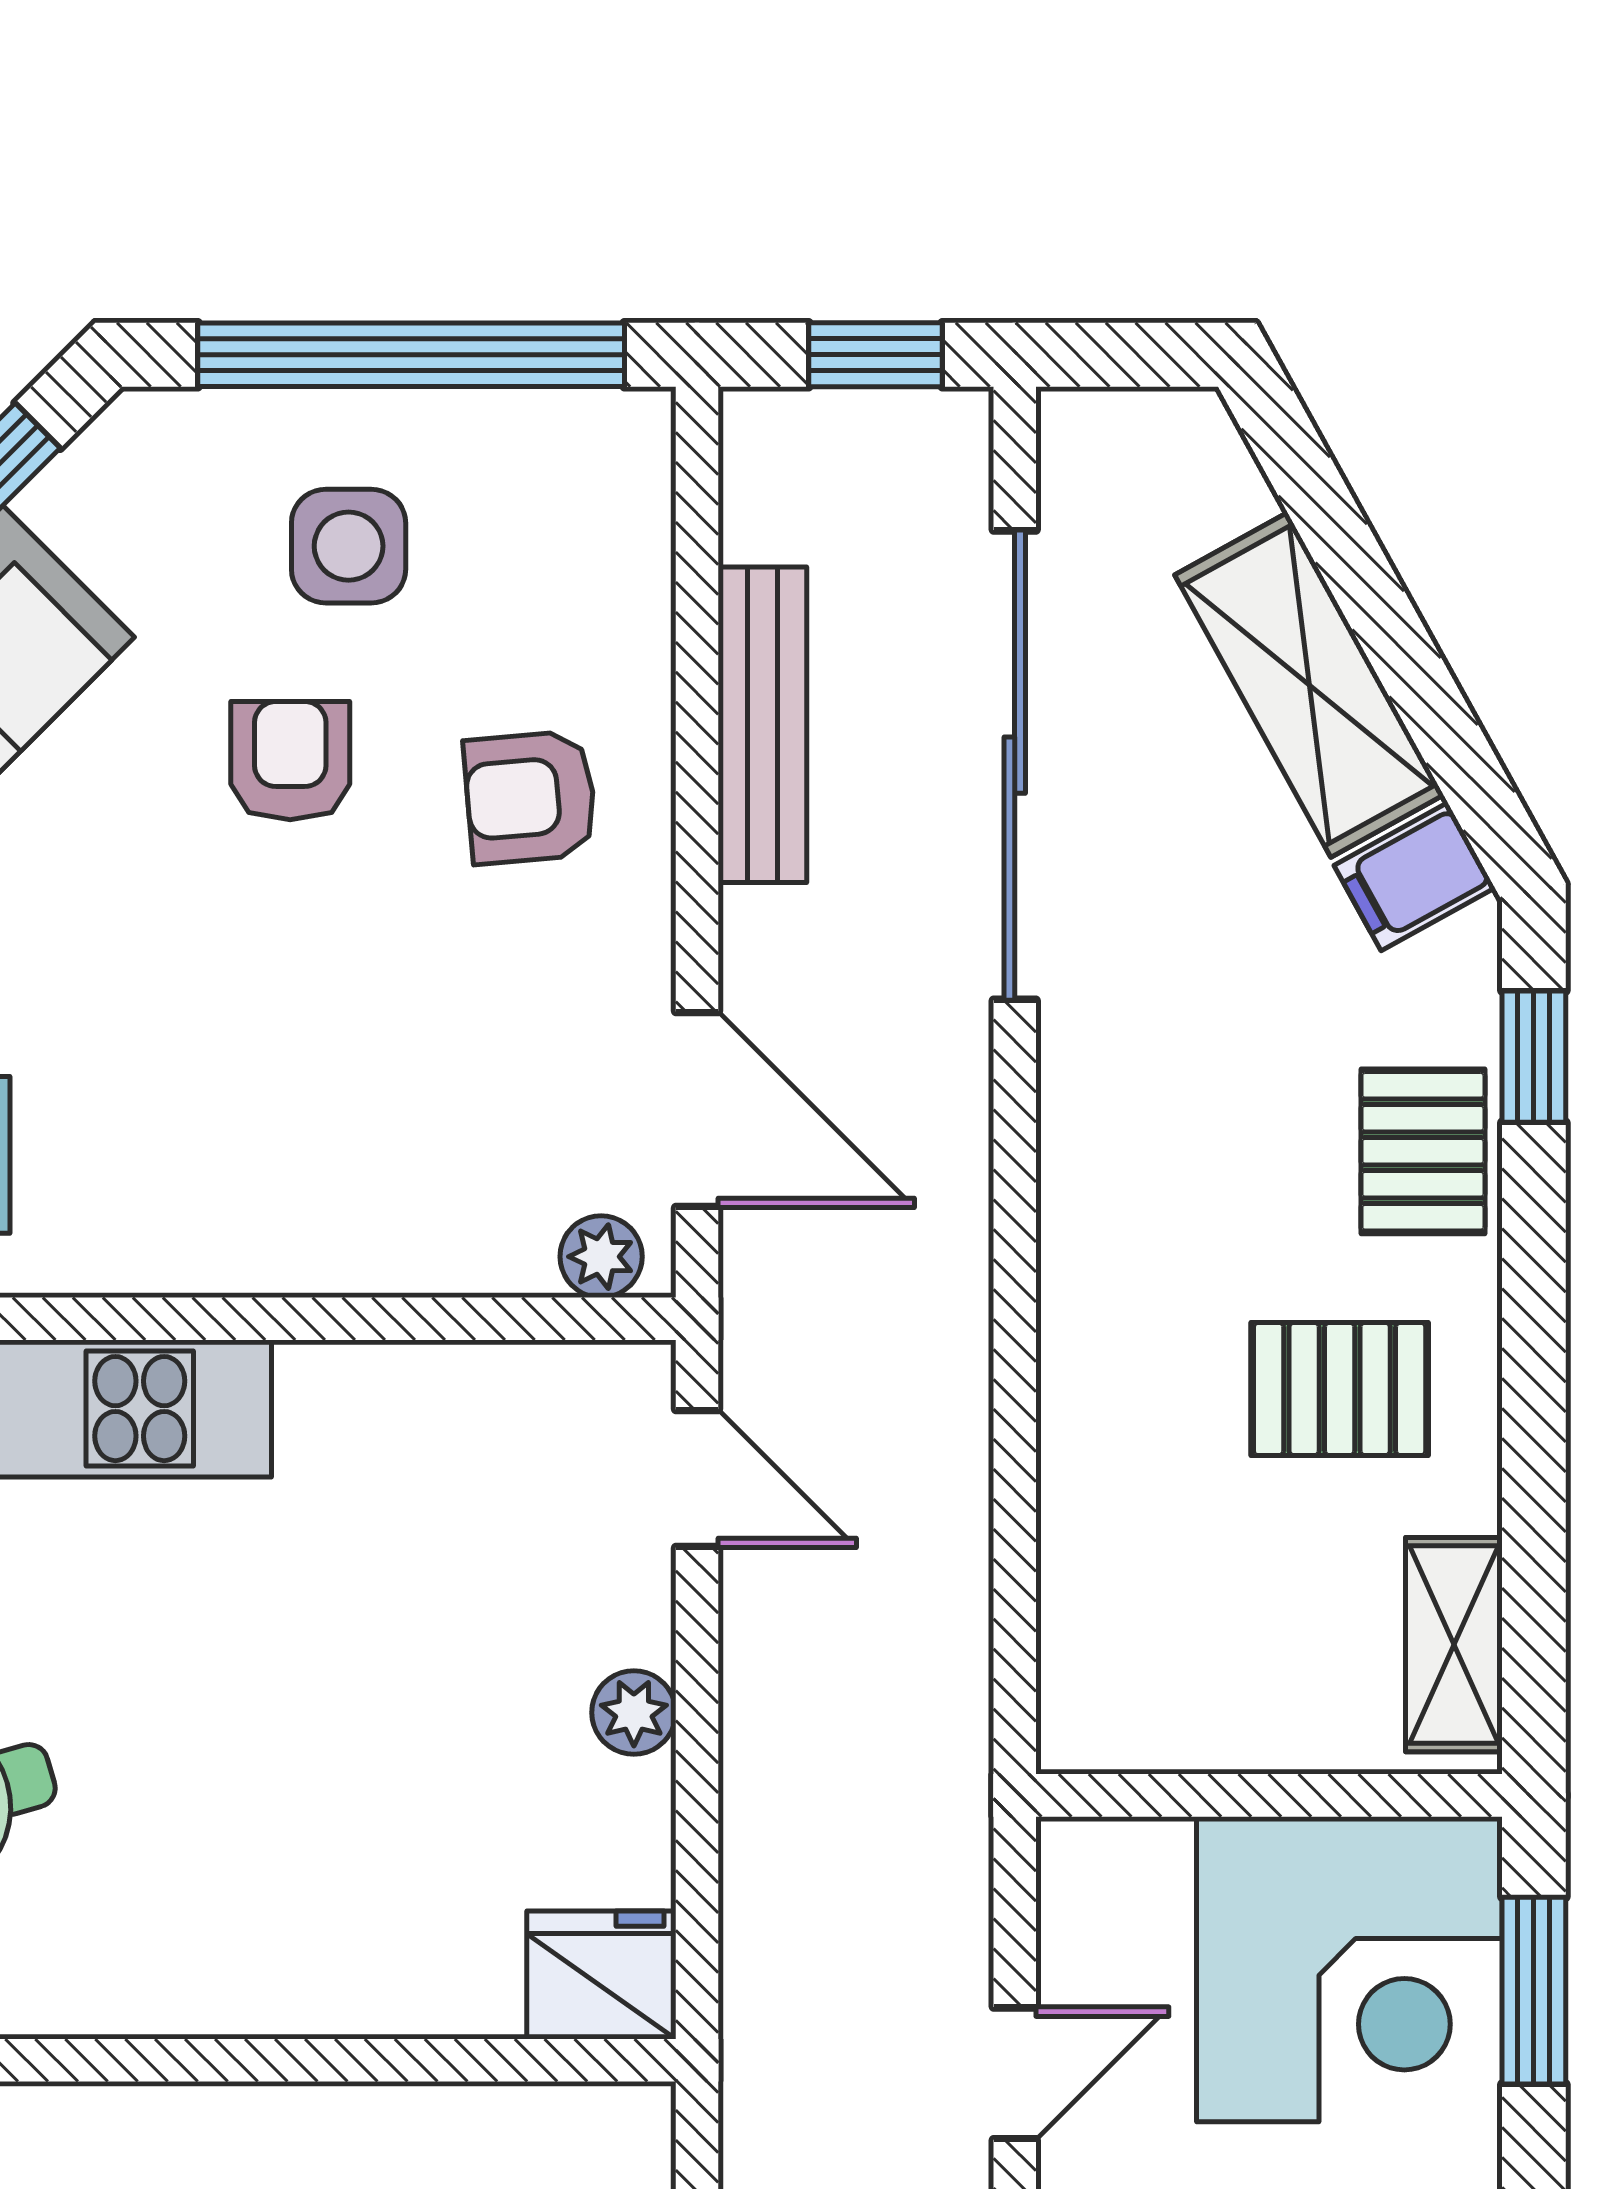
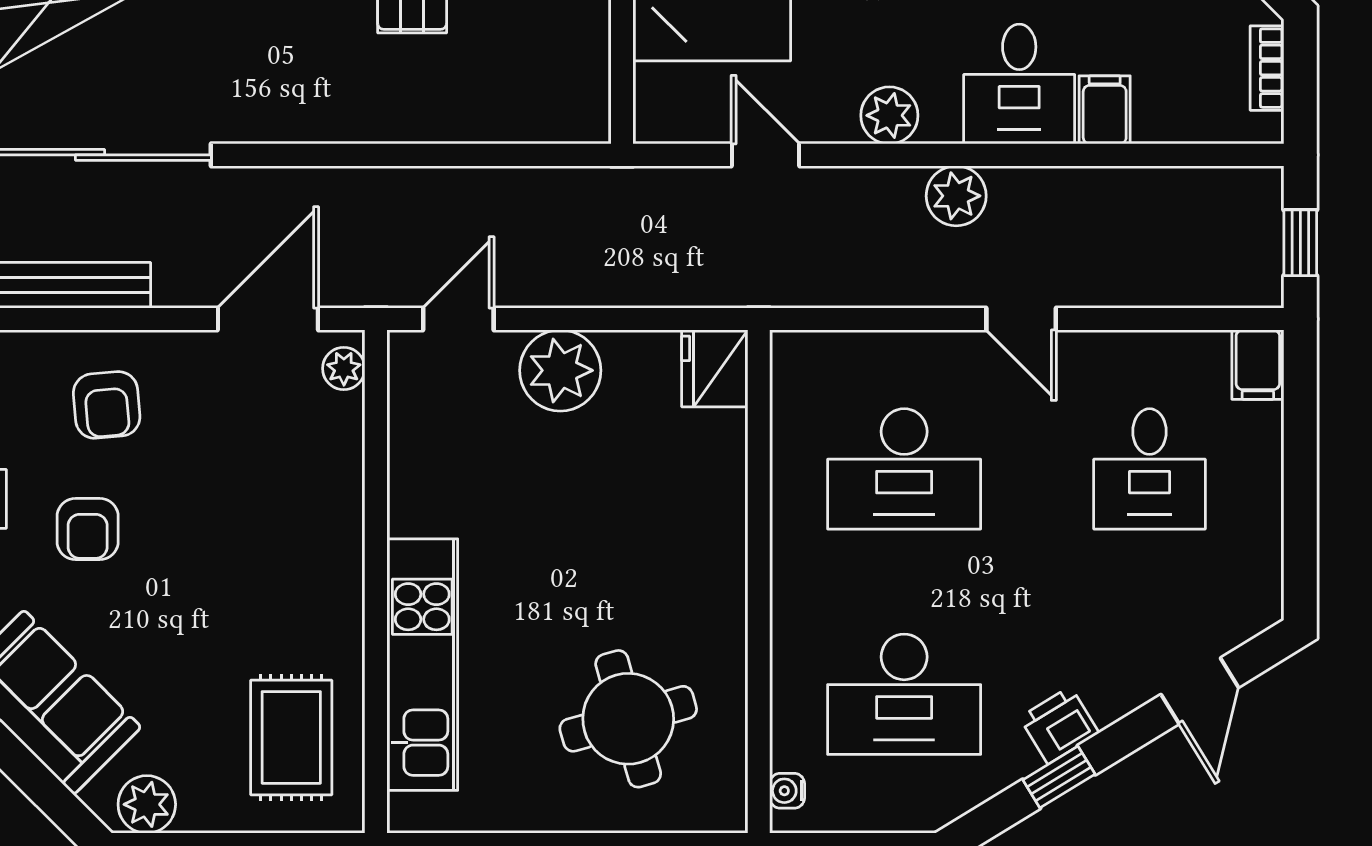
armchair: (290, 761) -> (88, 529), turned -90
plant: (634, 1713) -> (560, 370), width x1.87, depth x1.87

